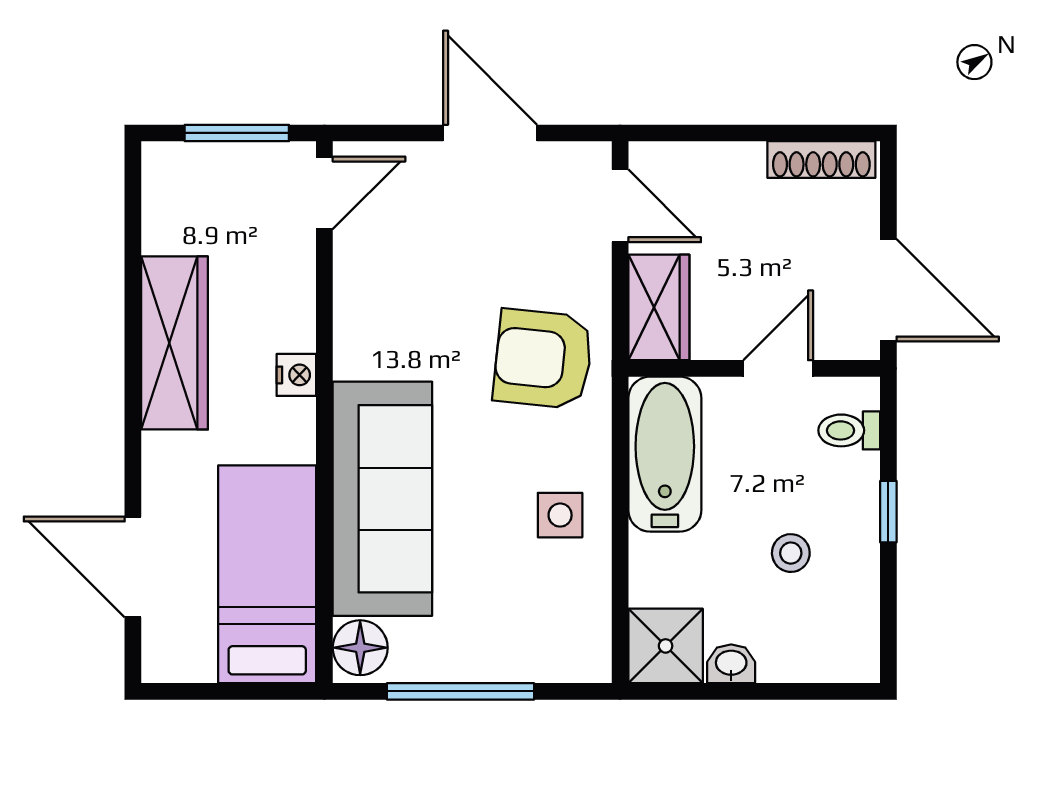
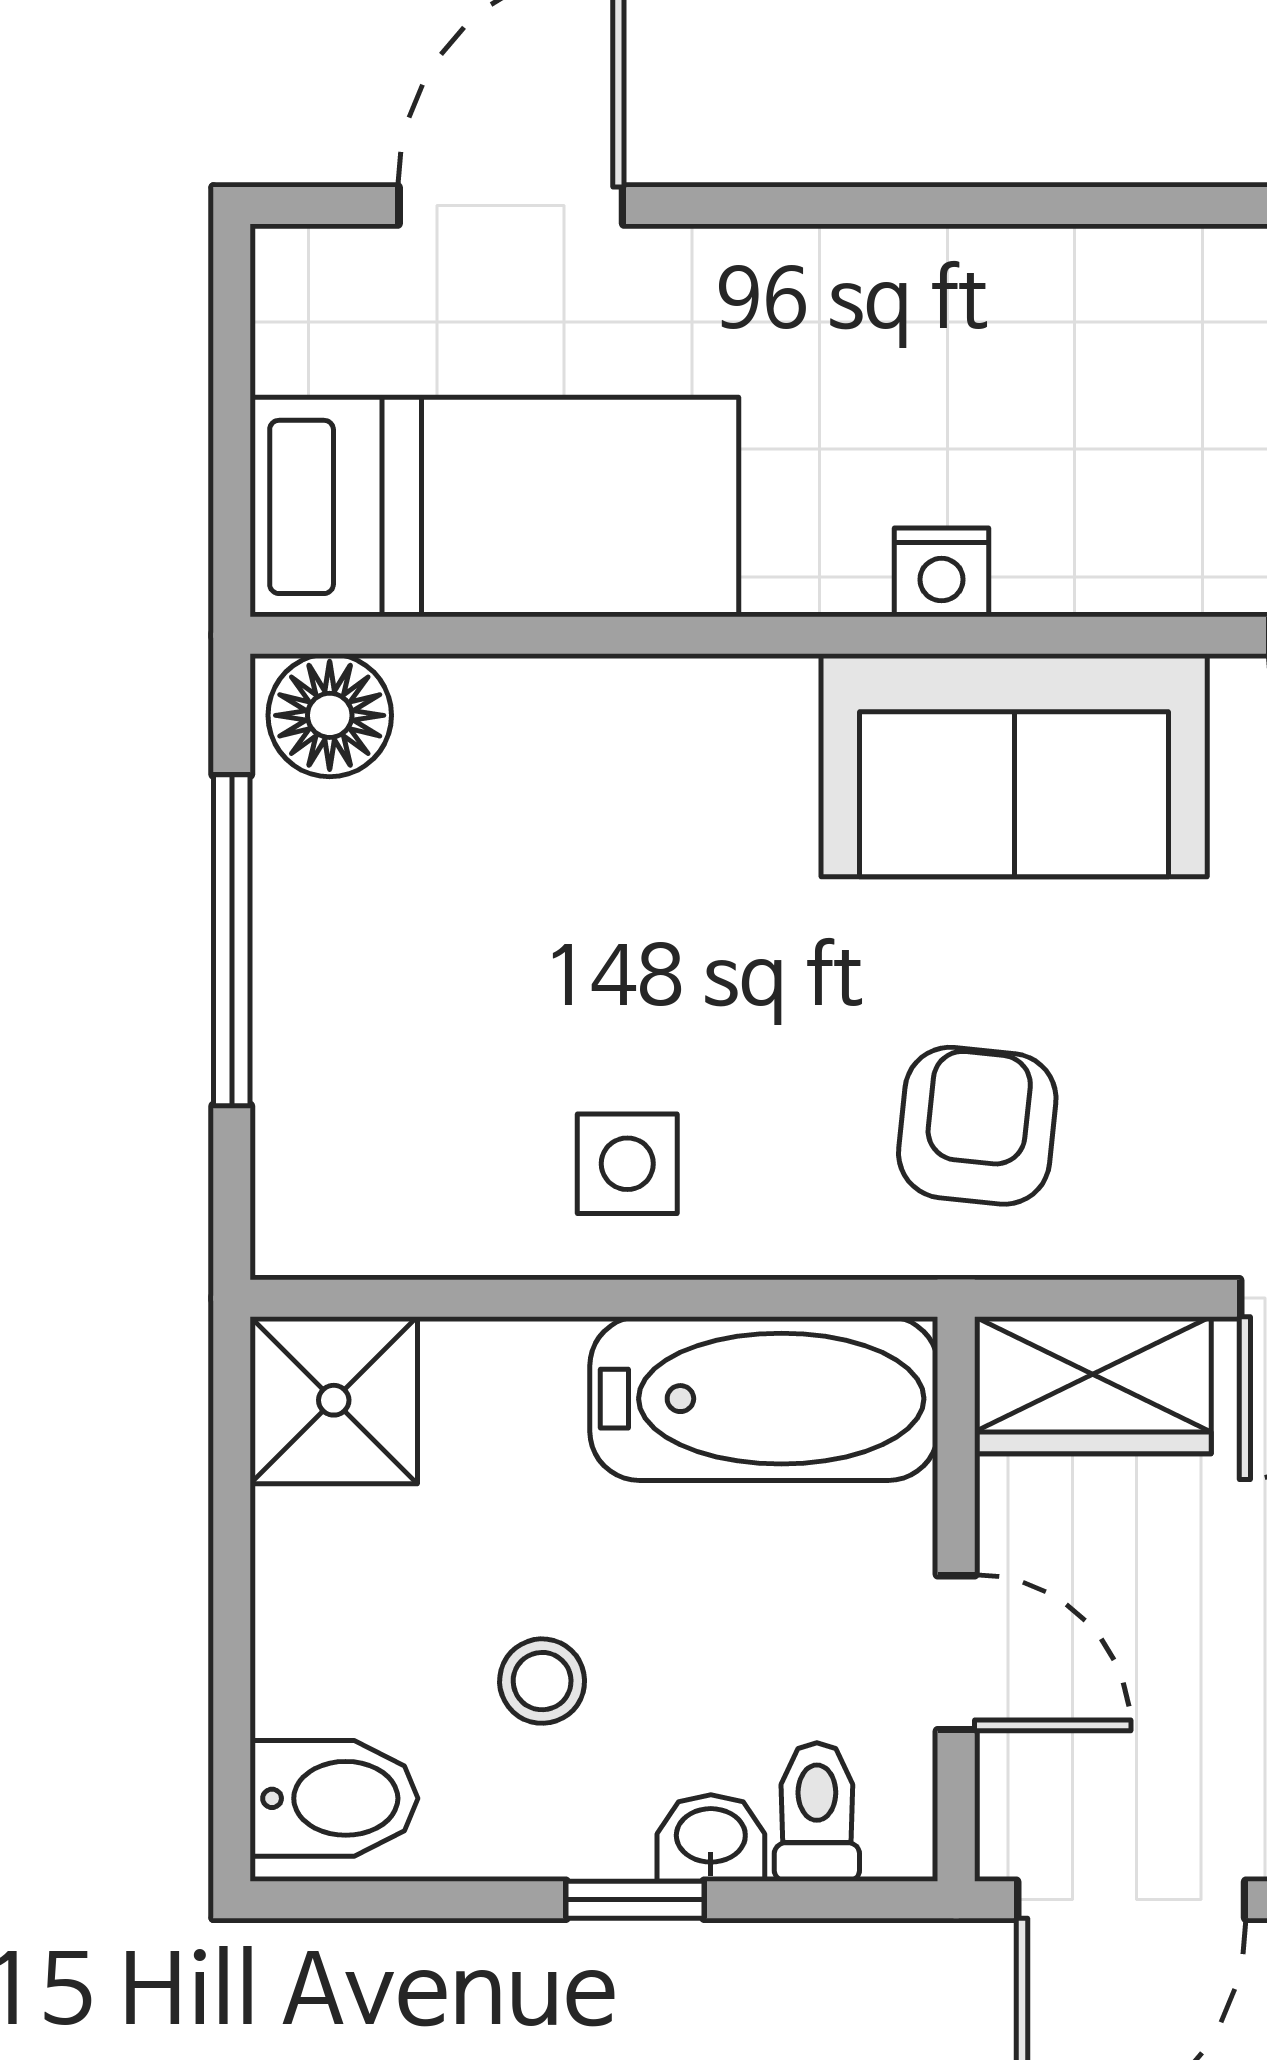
wardrobe: (175, 343) -> (1013, 299), removed
armchair: (543, 359) -> (977, 1126), width x0.72, depth x0.72
sofa: (382, 499) -> (1014, 765), moved, width x0.73
bidet: (843, 646) -> (334, 1798), added
washbasin: (731, 664) -> (711, 1838), moved, turned -90

